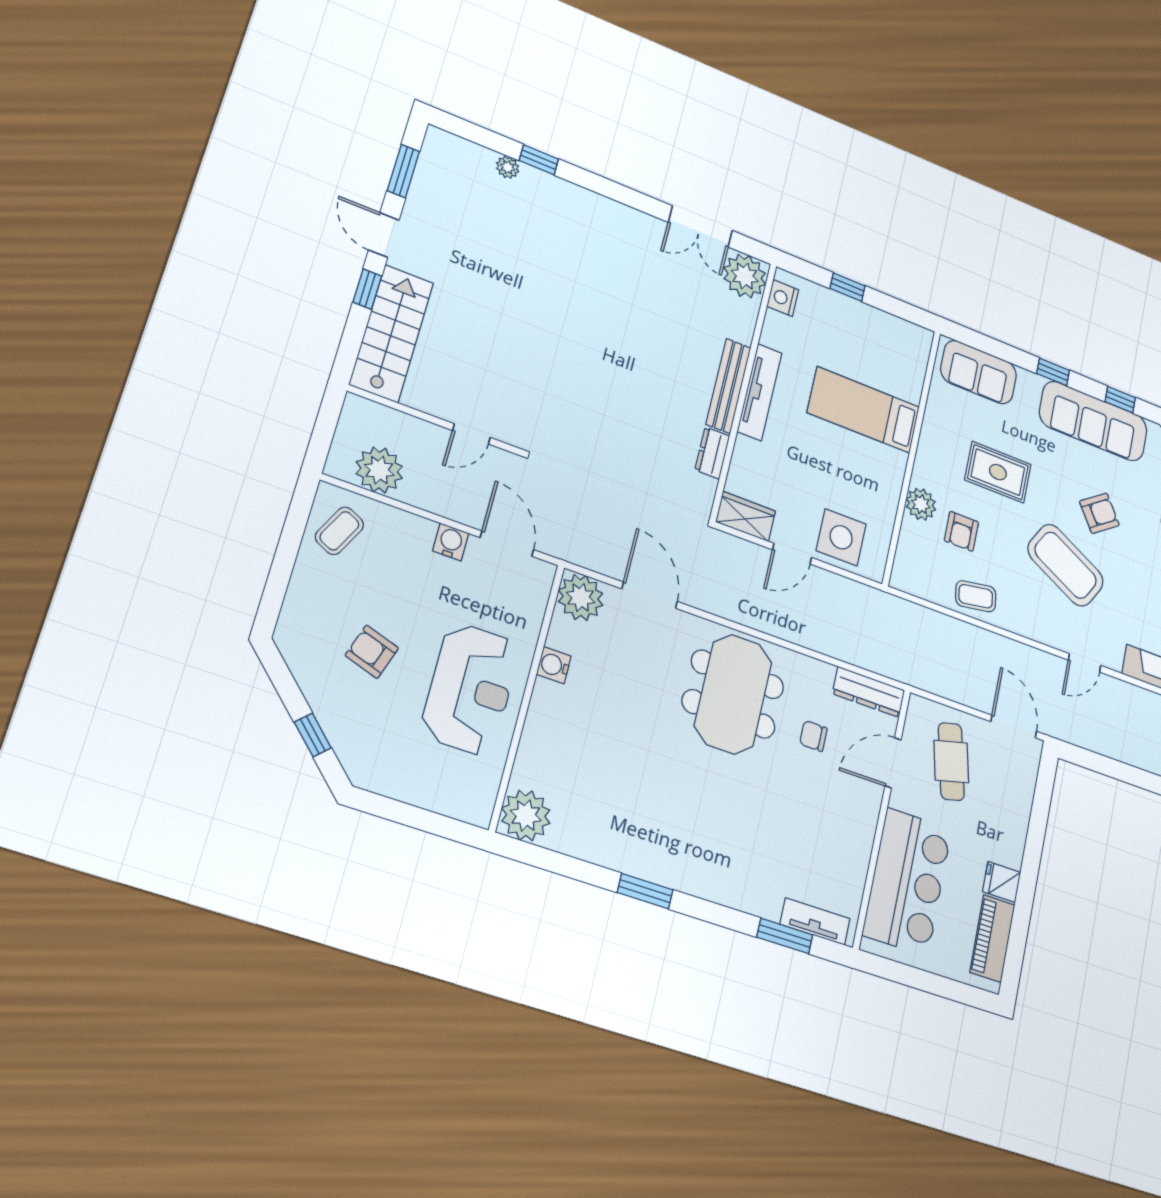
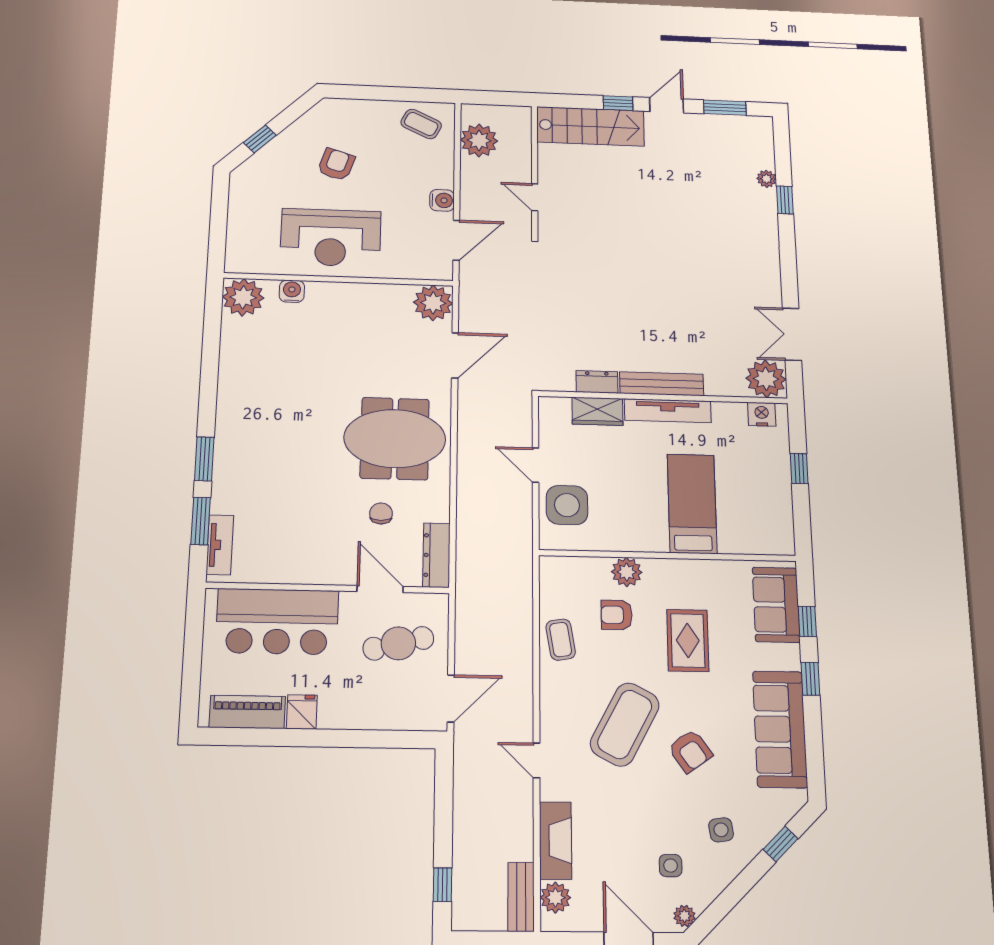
window: (1120, 400) -> (807, 621), moved
wardrobe: (746, 517) -> (597, 411), moved, turned 90
water cooler: (554, 665) -> (292, 291), moved
window: (645, 891) -> (204, 459), moved

